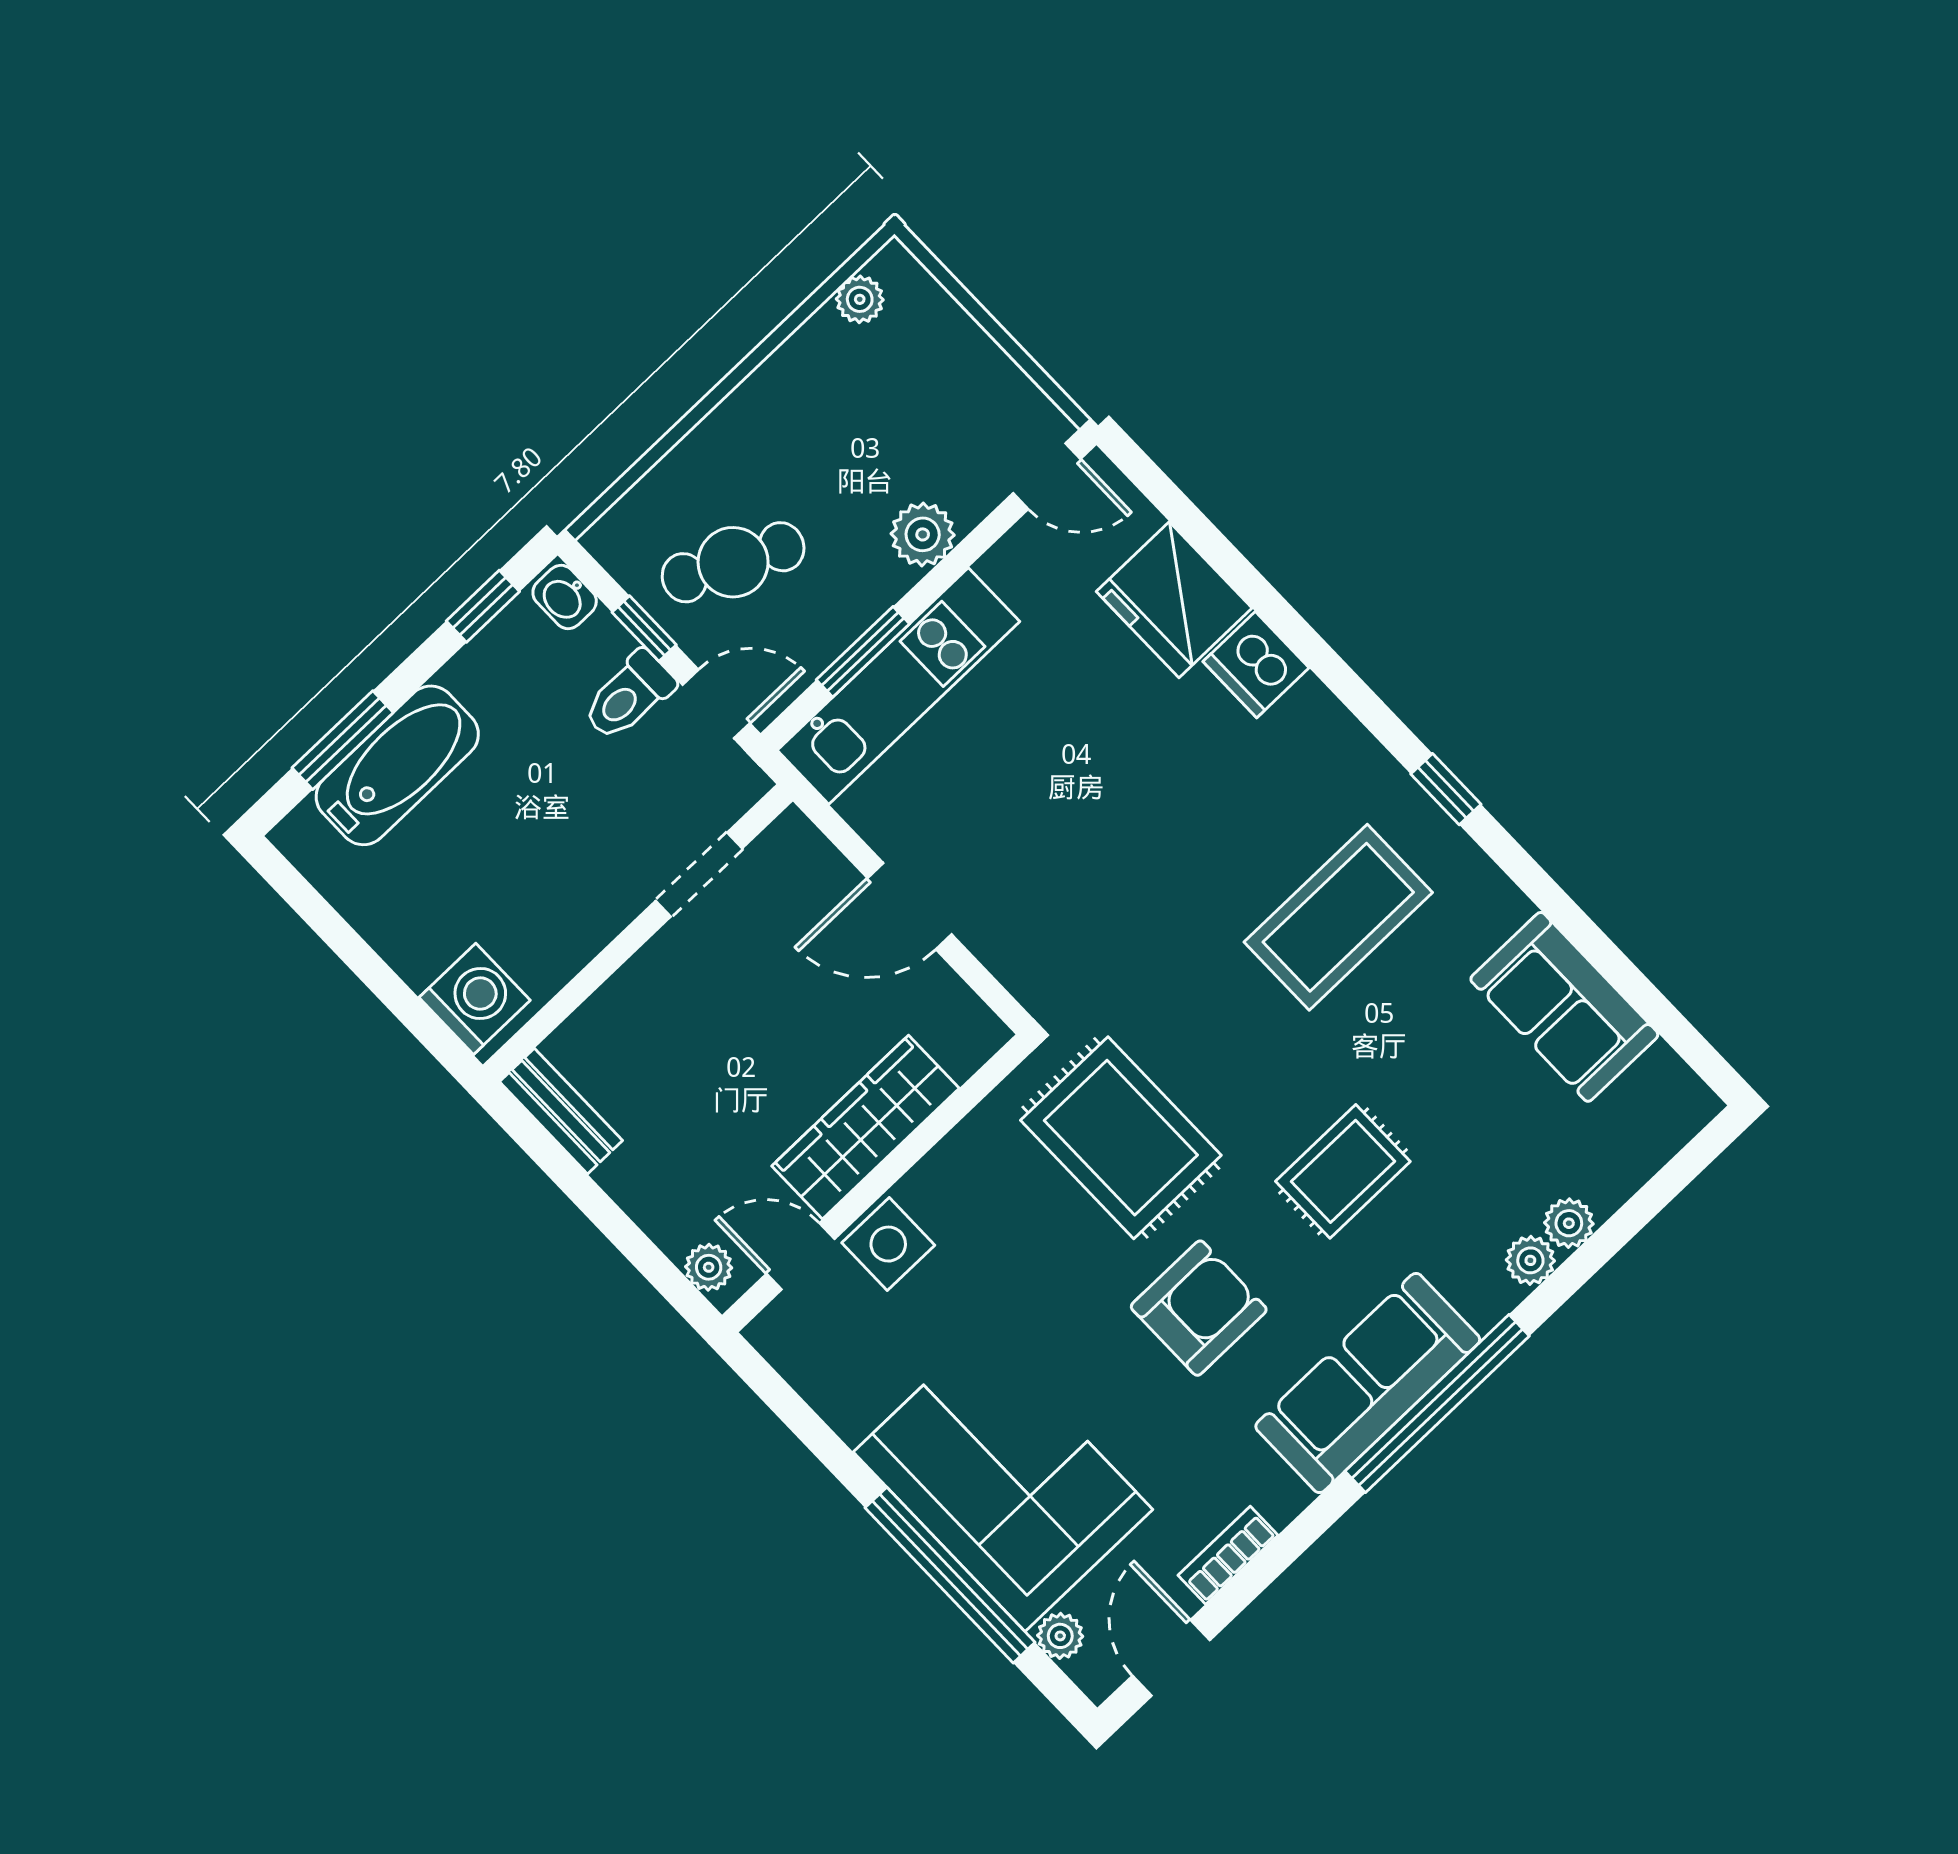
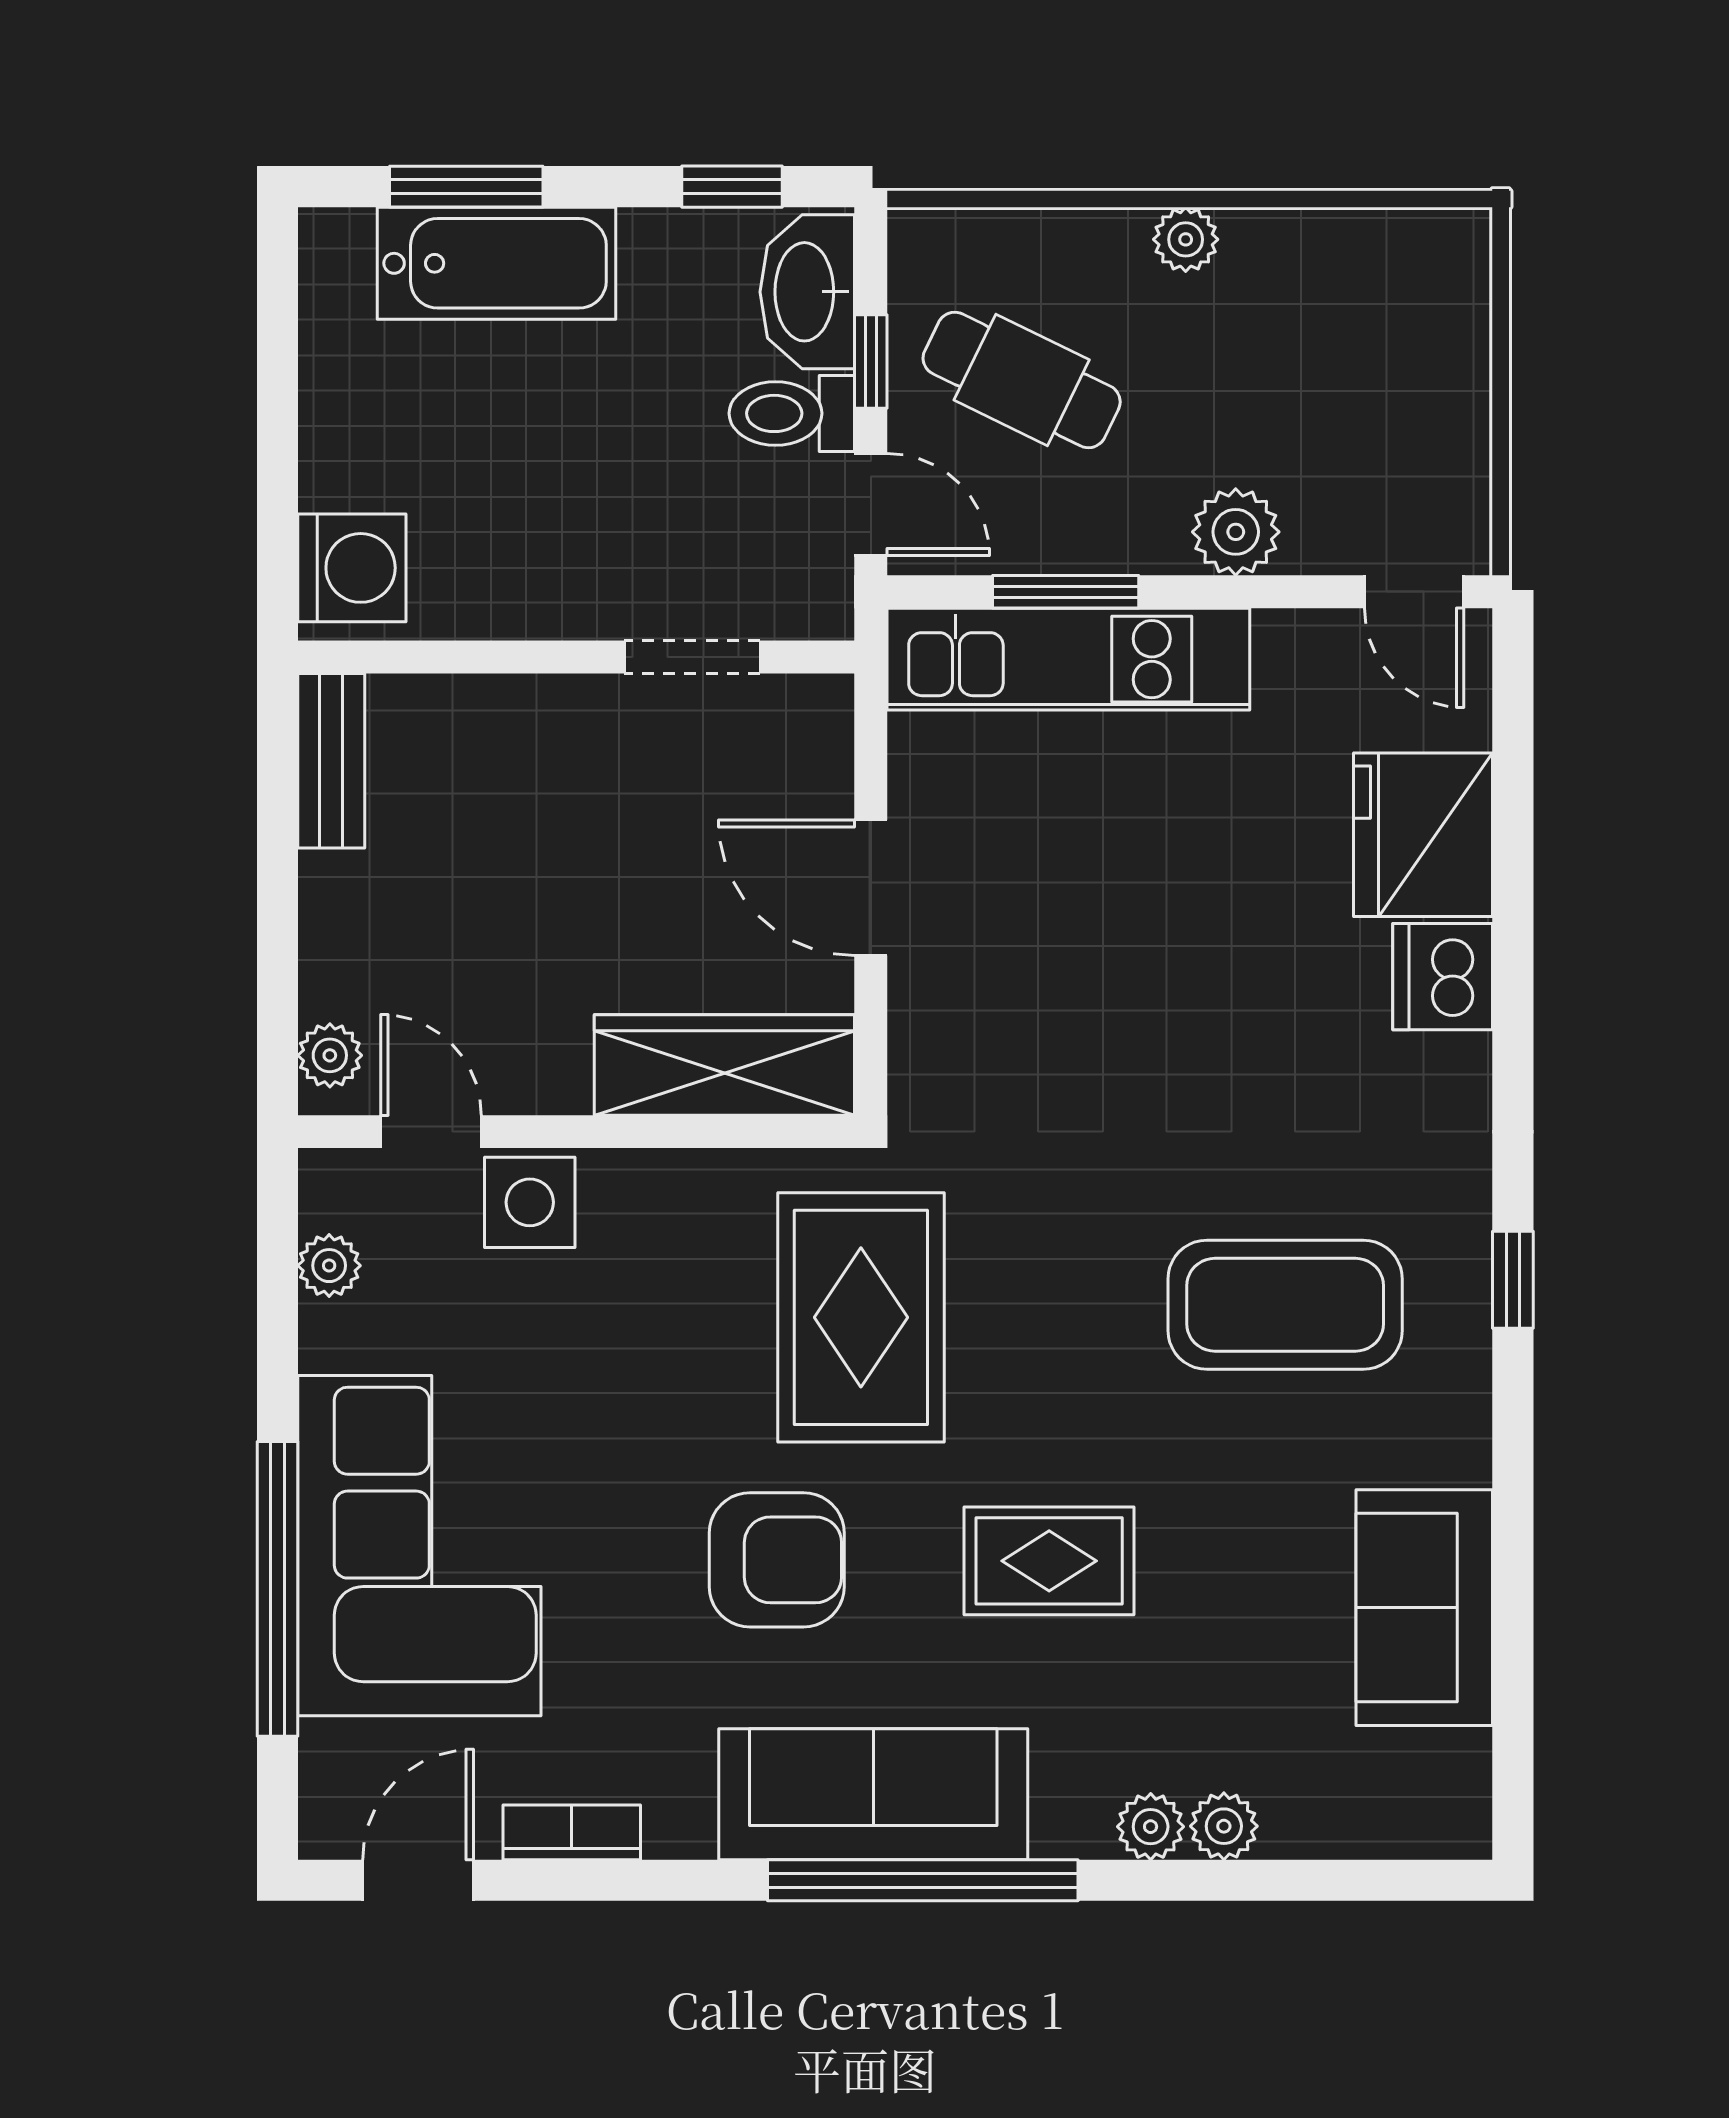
plant: (860, 299) -> (1186, 239), moved
washbasin: (565, 597) -> (807, 292), width x1.91, depth x1.45
wardrobe: (865, 1127) -> (724, 1065), moved
plant: (1060, 1636) -> (329, 1266), moved

